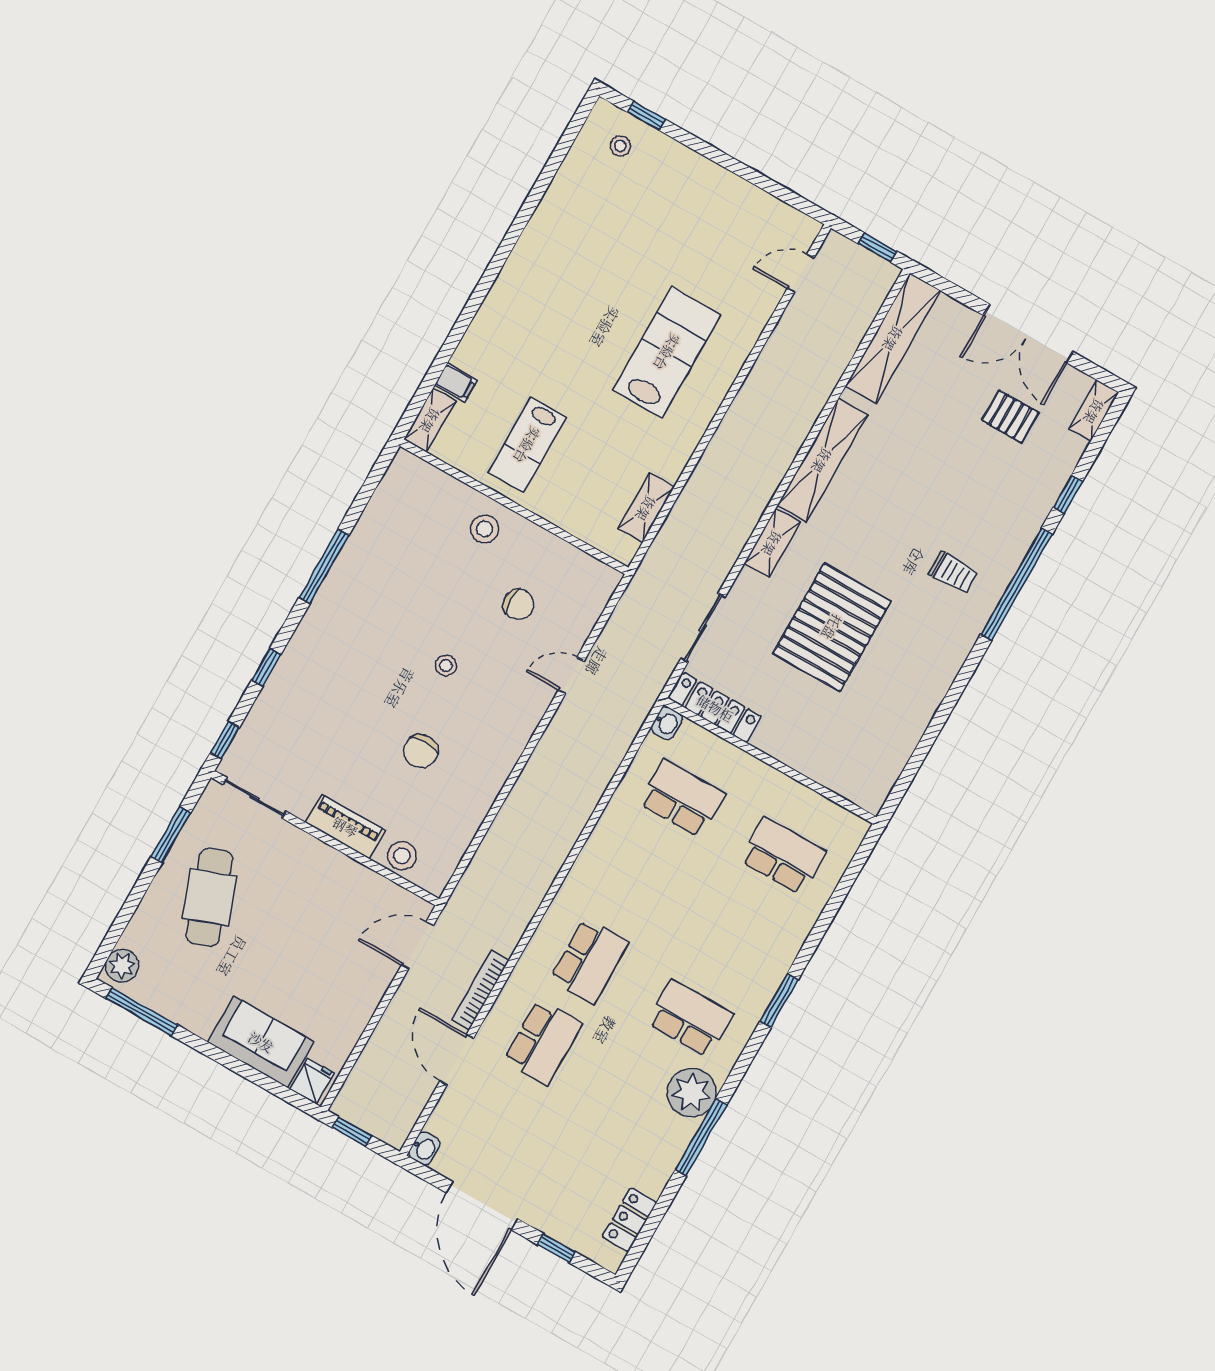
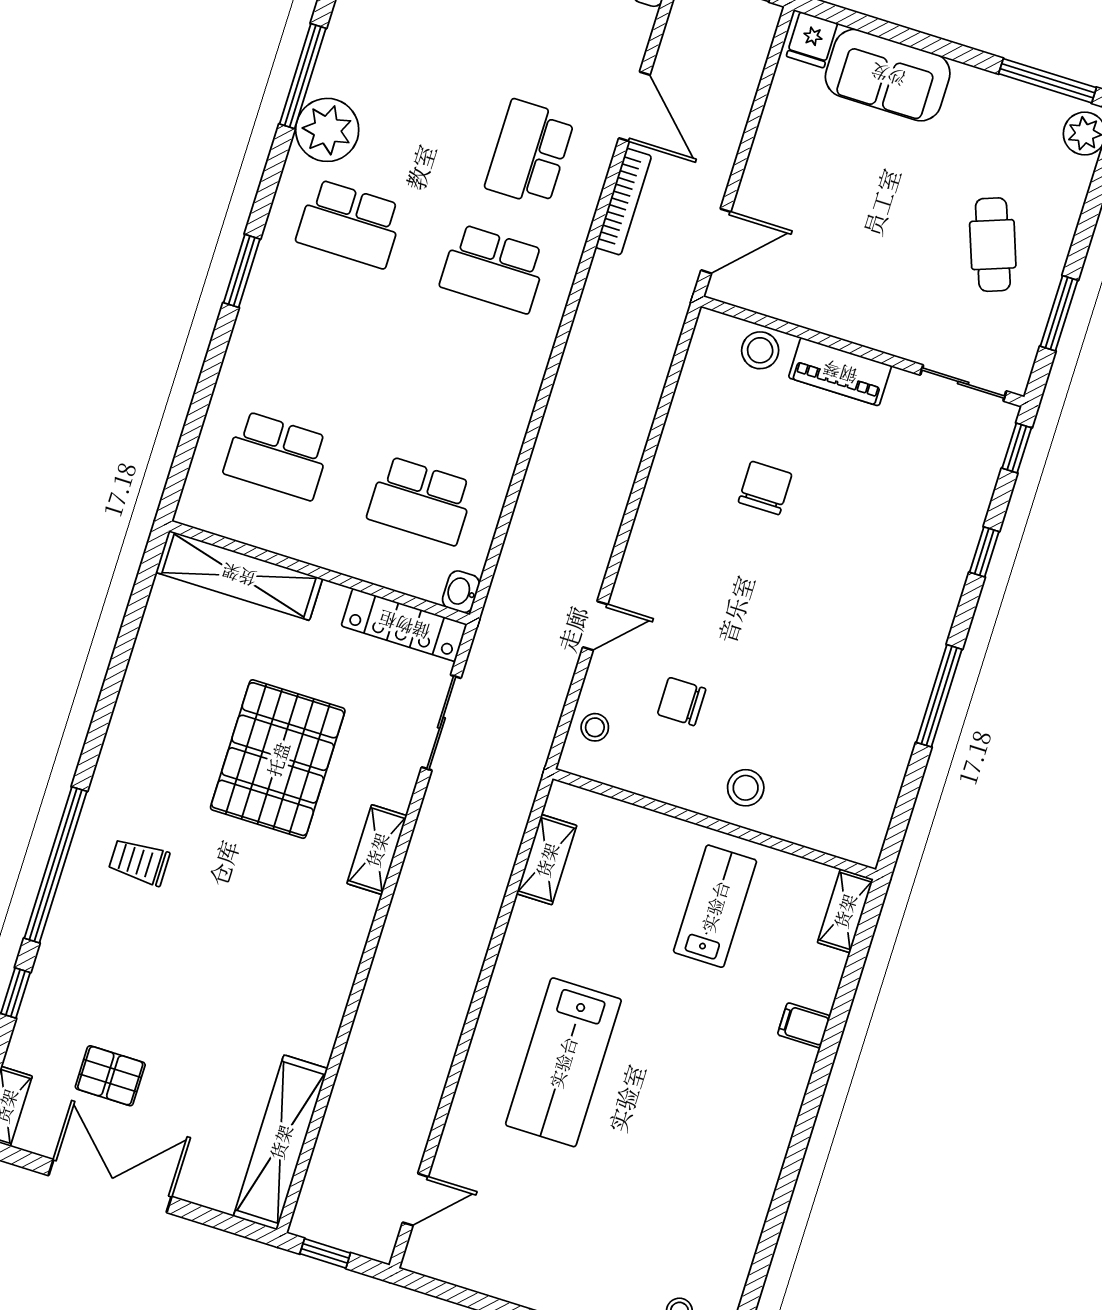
filing cabinet: (456, 383) -> (804, 1025), moved
shelving: (822, 460) -> (239, 575), moved, turned 90
stool: (446, 666) -> (595, 727), moved
cafe table: (209, 897) -> (993, 245), width x0.73, depth x0.74
school desk: (589, 961) -> (493, 269), turned -90

